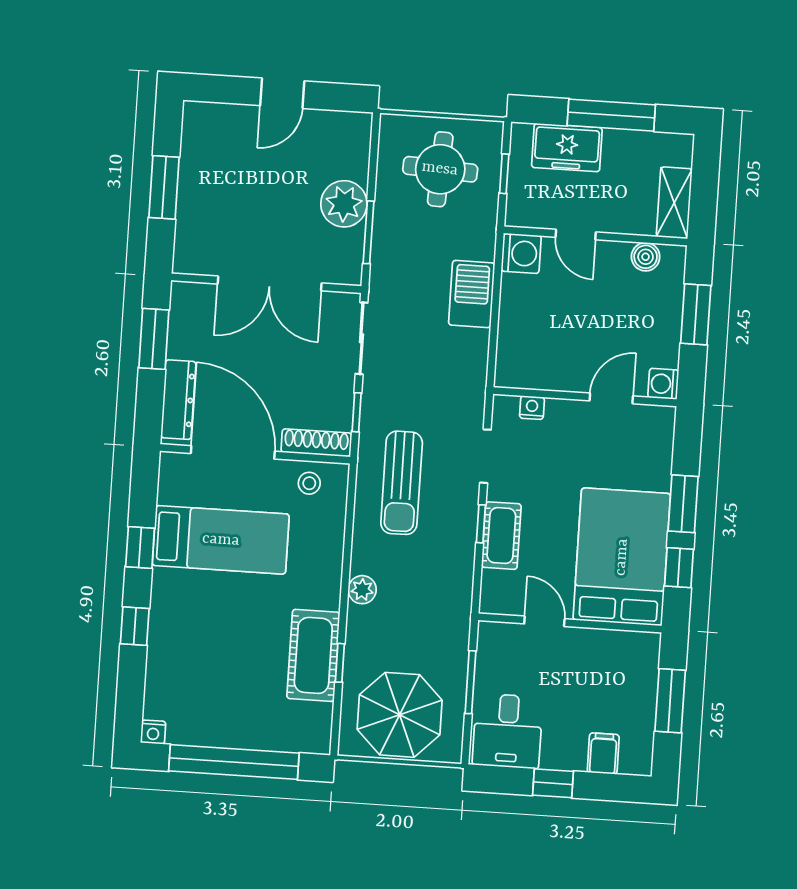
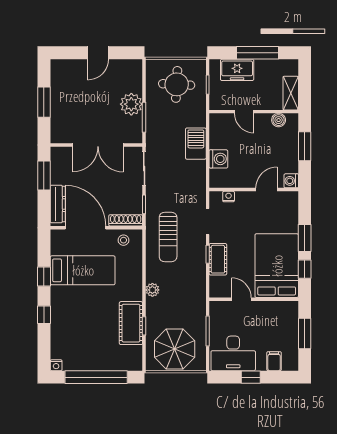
washing machine: (521, 253) -> (218, 159), moved
desk: (508, 731) -> (233, 353), width x1.37

